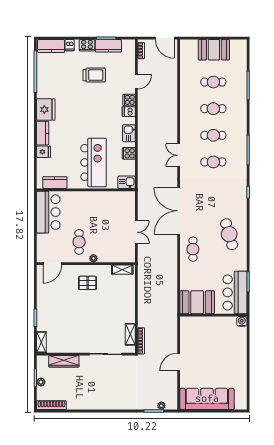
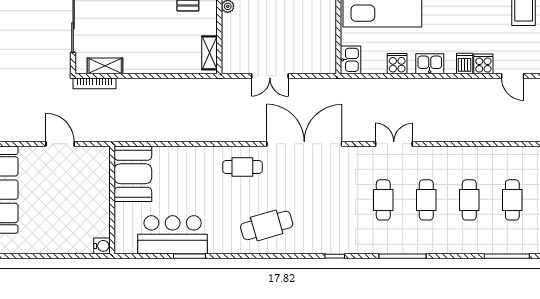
booth: (197, 302) -> (133, 174), moved
wall: (213, 315) -> (112, 200), moved
water cooler: (242, 321) -> (102, 246), moved

